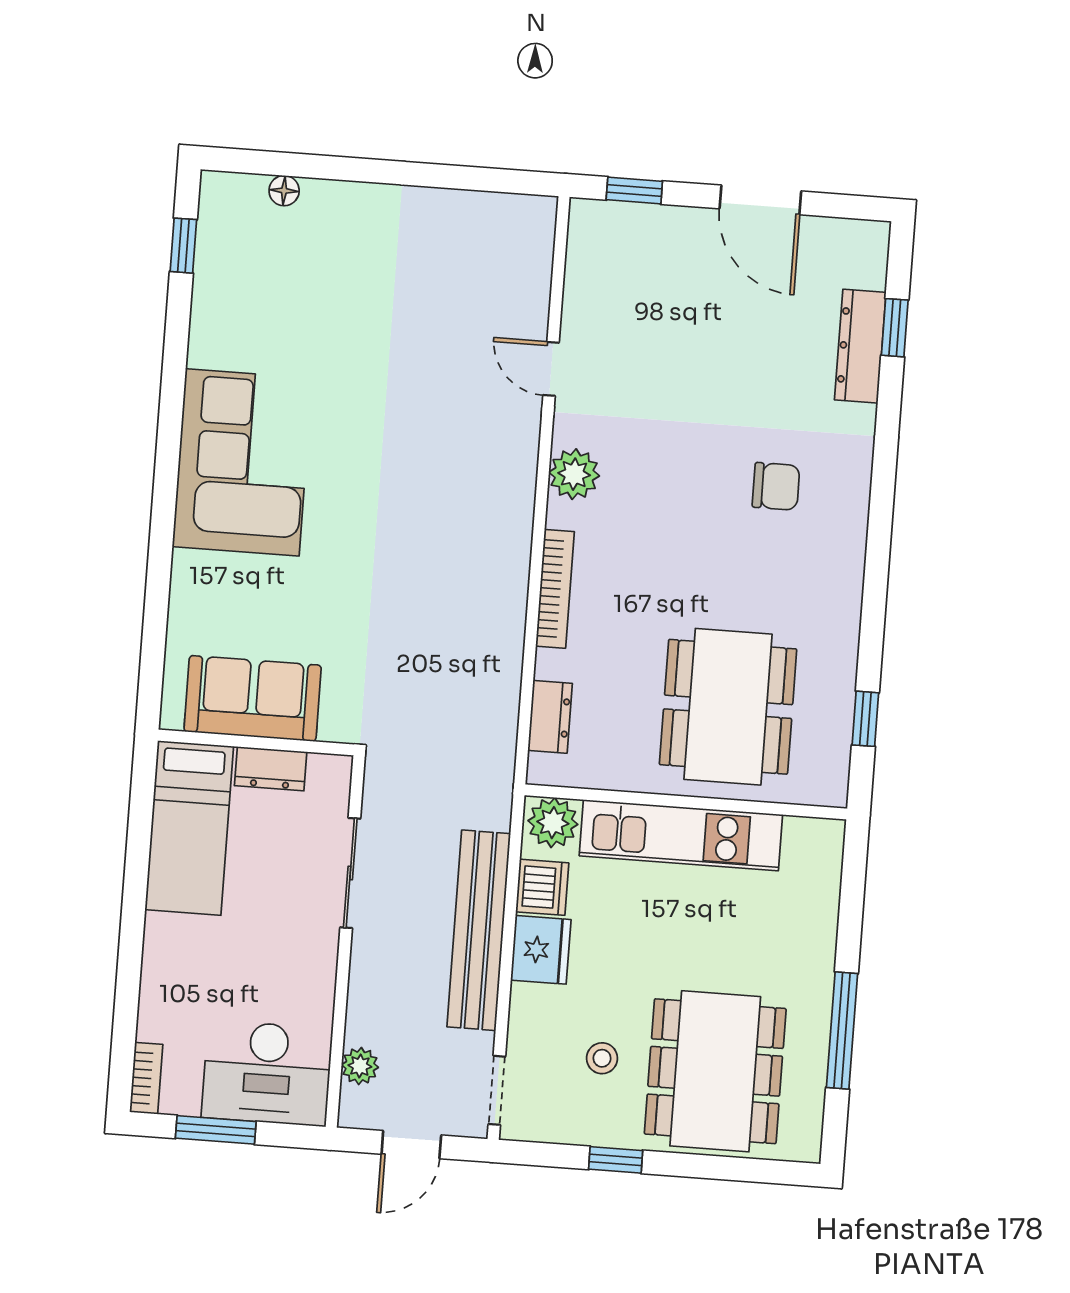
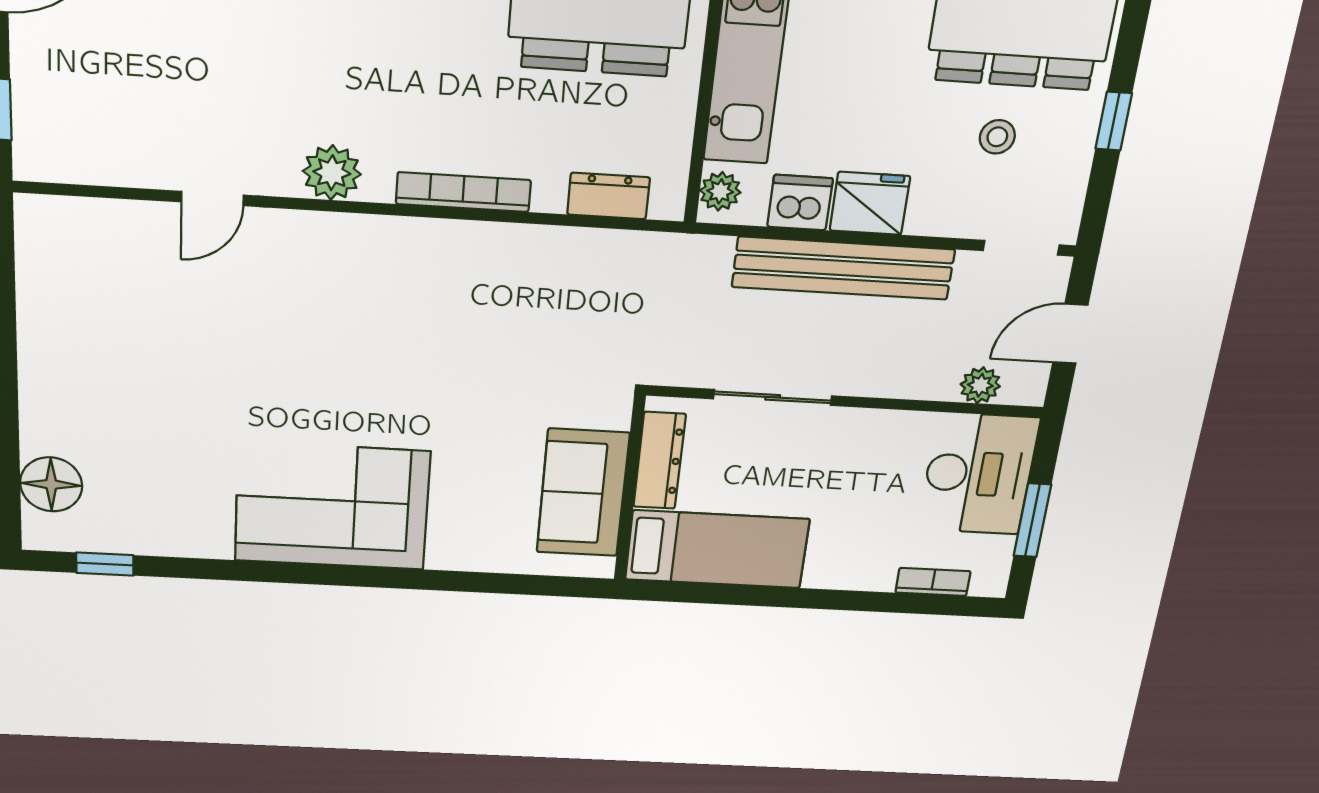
floor lamp: (284, 191) -> (51, 484), width x1.89, depth x1.89
dresser: (271, 769) -> (659, 461), width x1.44
plant: (553, 823) -> (720, 191), width x0.73, depth x0.73
bookcase: (146, 1078) -> (933, 582), moved
door: (411, 1145) -> (1070, 334), swing flipped

